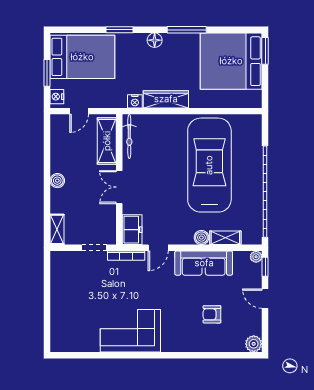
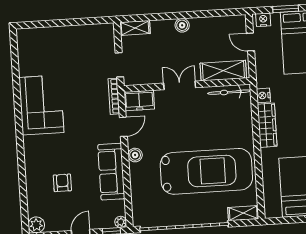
boiler: (201, 238) -> (135, 155), moved
shelving: (225, 238) -> (243, 213), moved, turned 90
door: (158, 248) -> (123, 127), swing flipped

